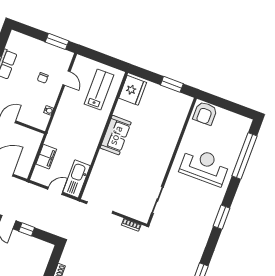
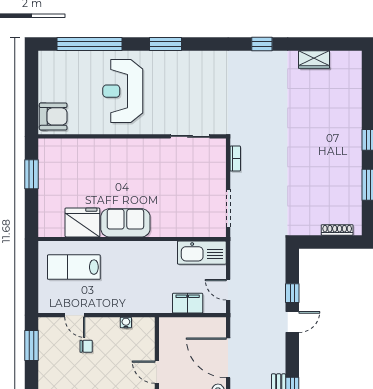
door: (66, 78) -> (75, 315), swing flipped
fridge: (133, 90) -> (82, 222), moved
door: (55, 191) -> (228, 290), moved
window: (222, 217) -> (165, 44), moved

